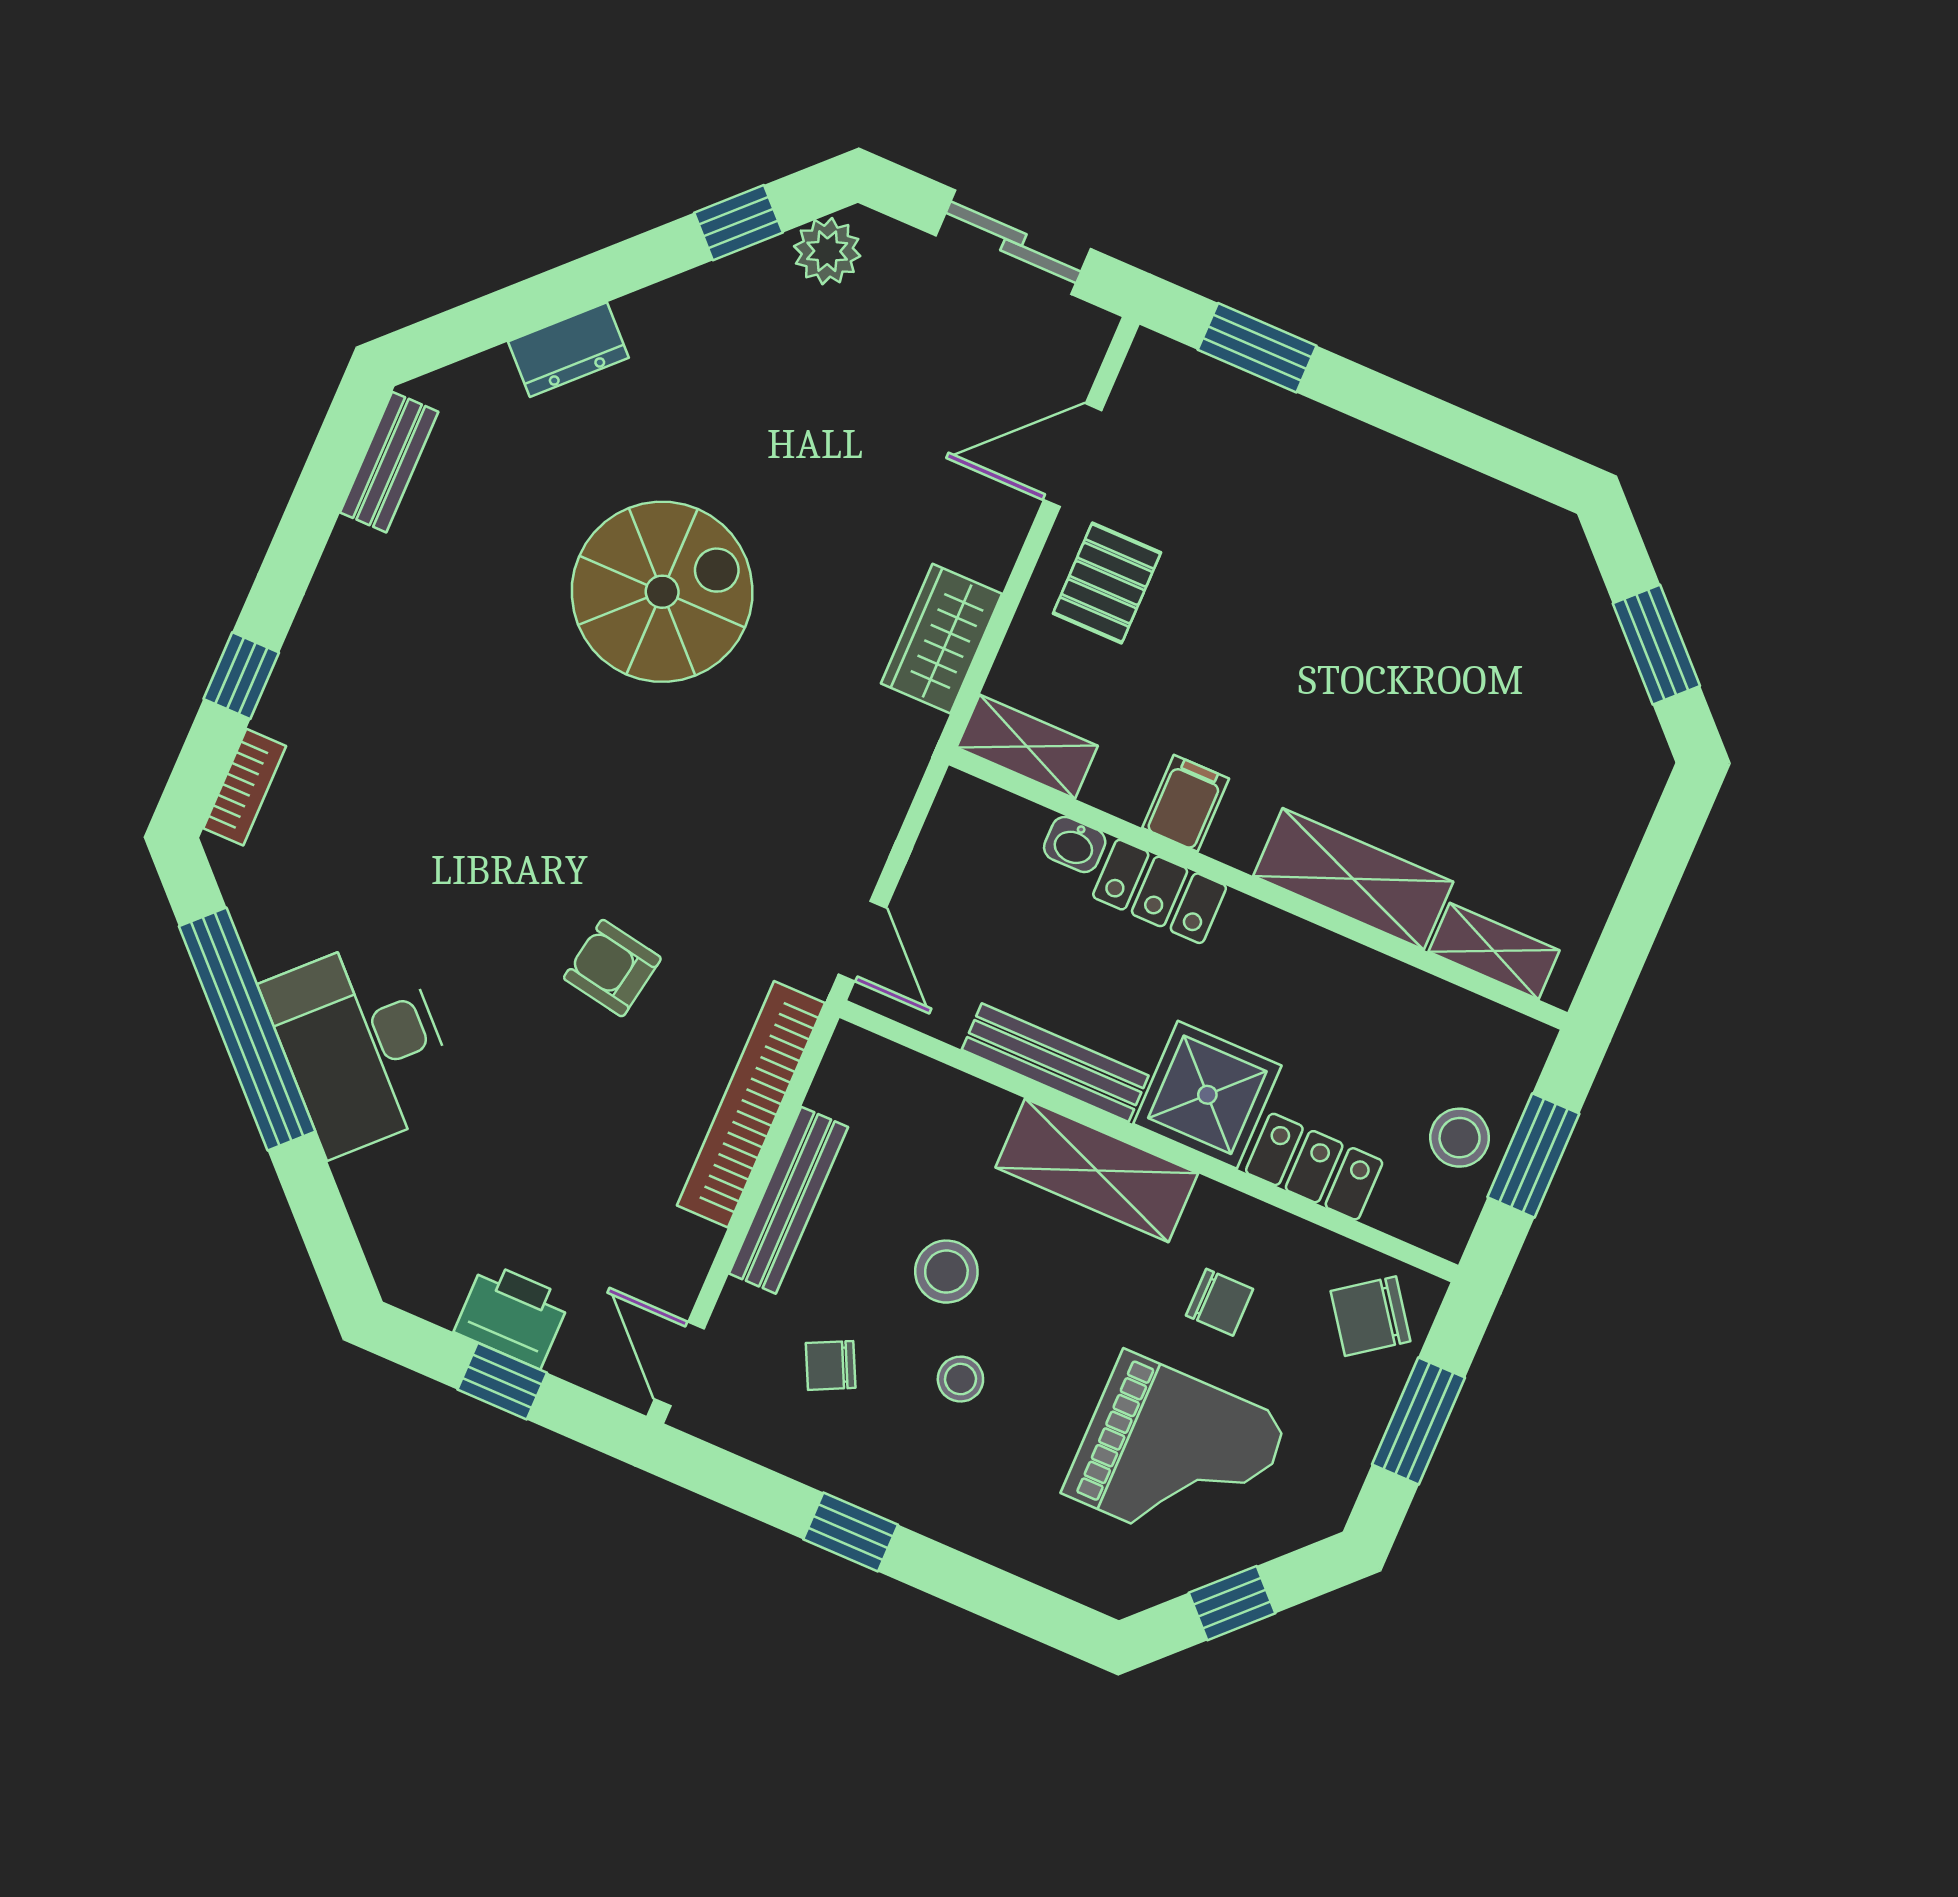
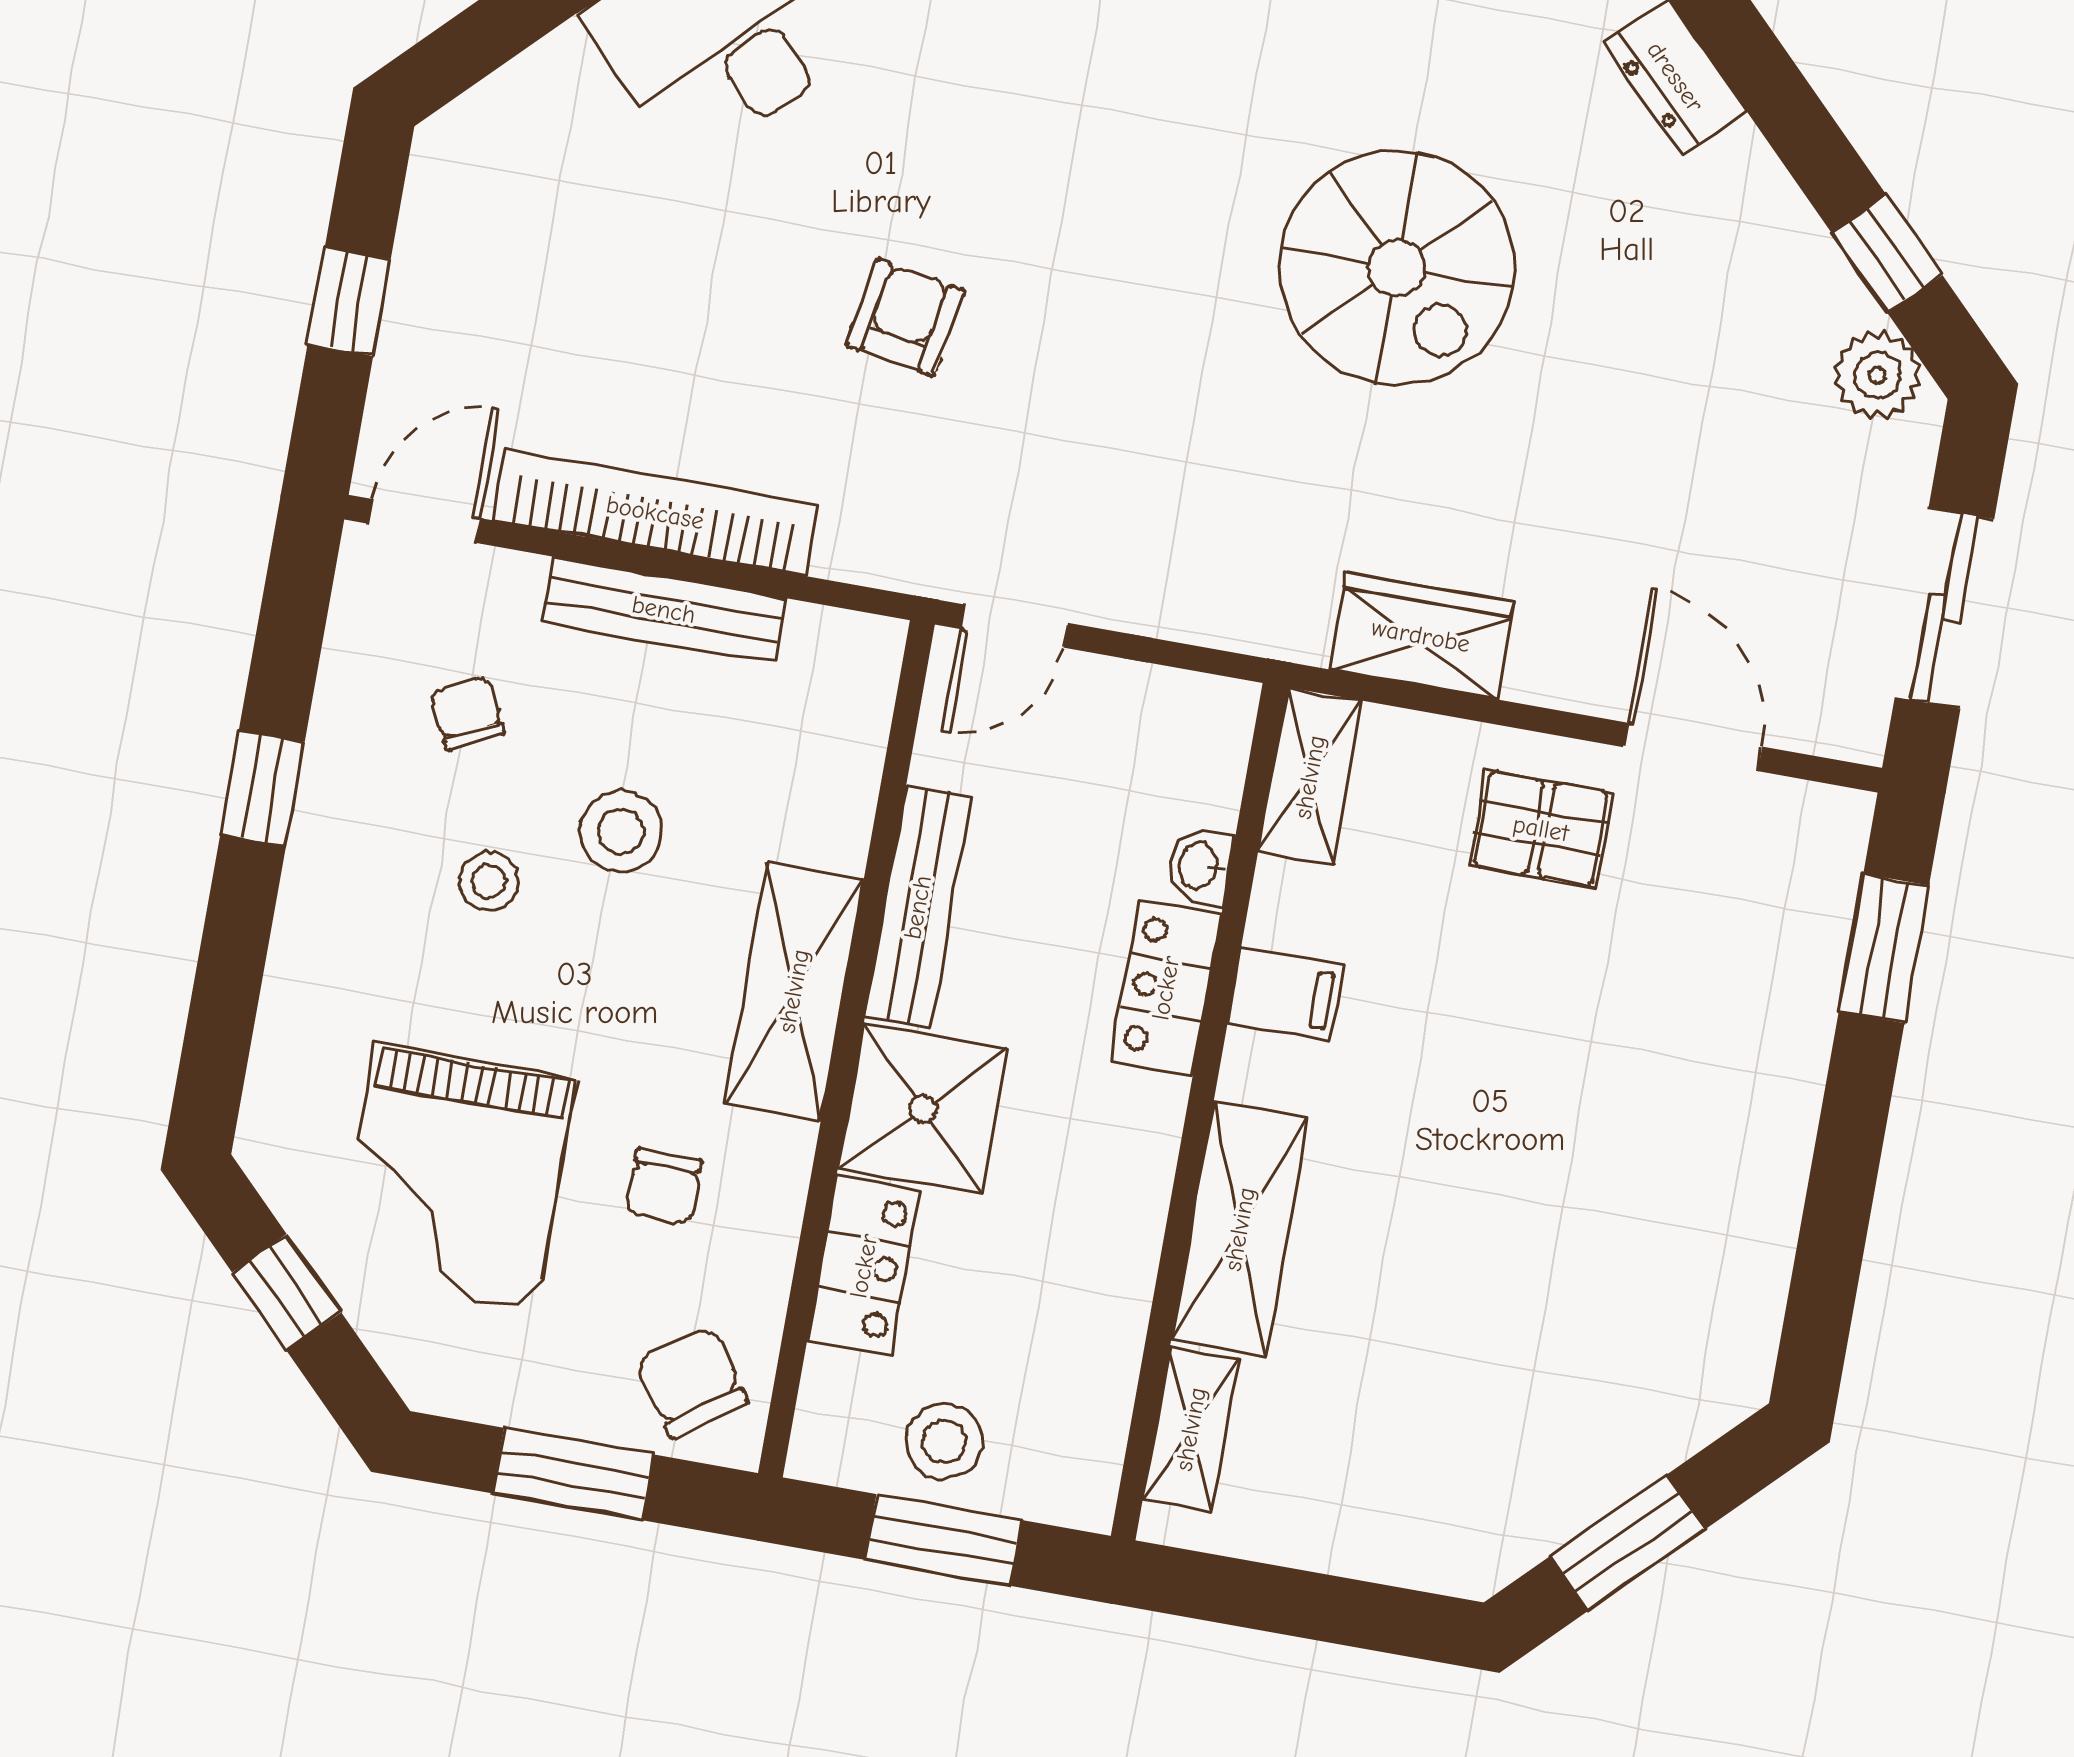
bookcase: (751, 1104) -> (655, 513), moved
printer: (512, 1315) -> (436, 295), removed

